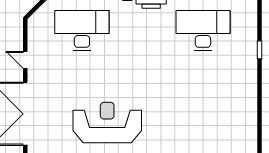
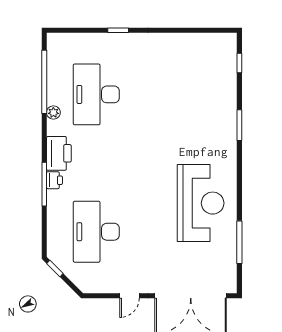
reception desk: (107, 123) -> (201, 203), turned 180

